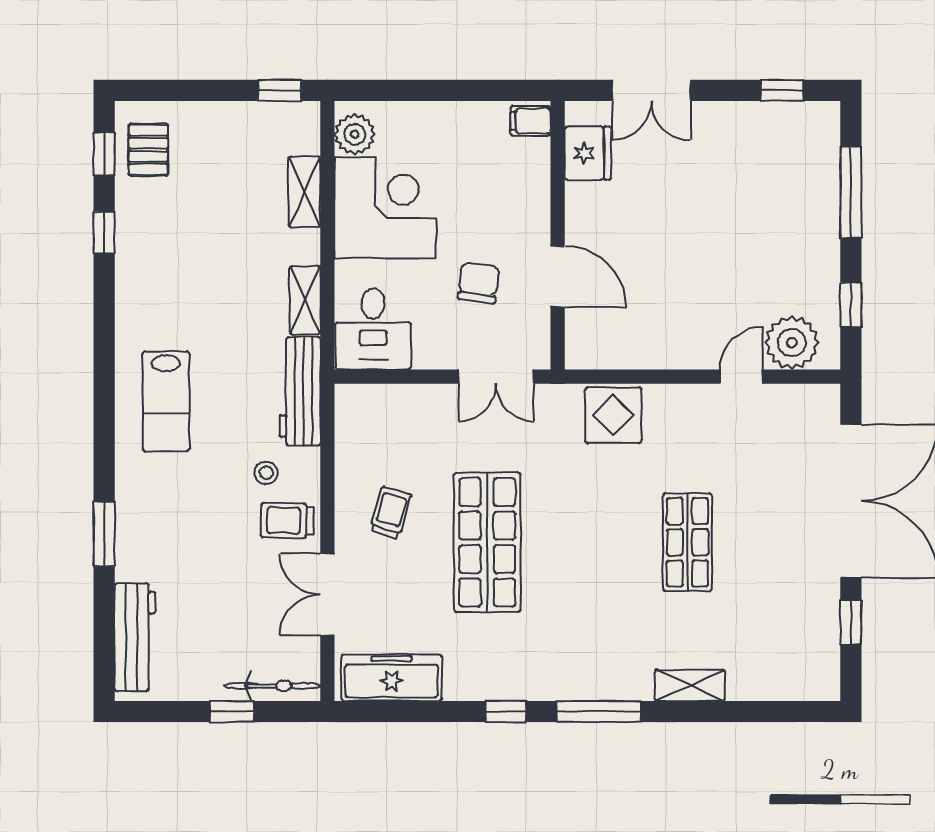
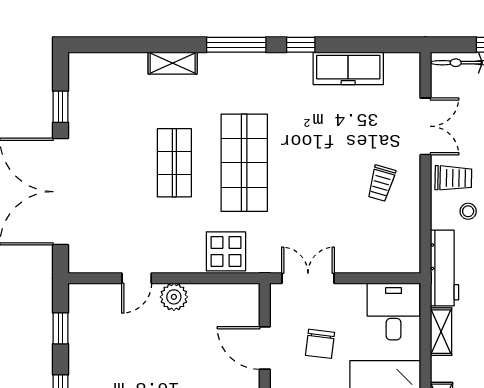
plant: (792, 343) -> (174, 297), moved, width x0.73, depth x0.73
shop shelf: (487, 542) -> (244, 163), moved
freezer: (392, 678) -> (348, 68), moved

